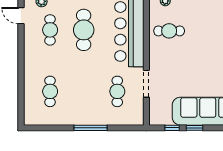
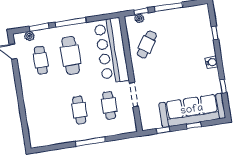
cafe table: (169, 31) -> (147, 44), turned -56
cafe table: (50, 91) -> (79, 110), moved
window: (194, 128) -> (194, 125), moved

